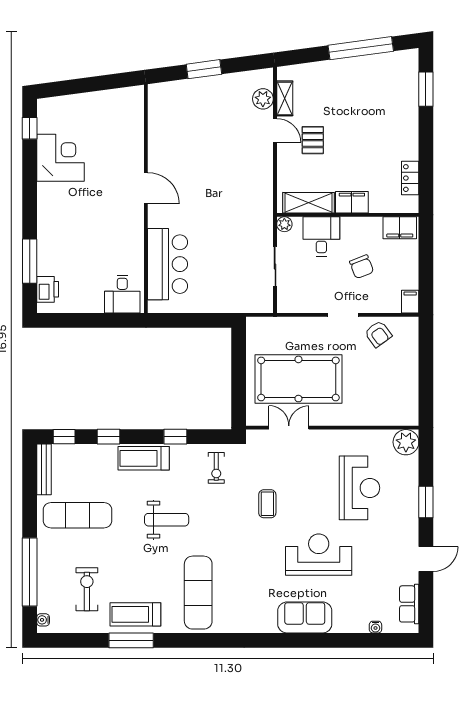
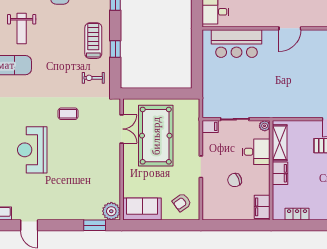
filing cabinet: (410, 302) -> (210, 126), moved
armchair: (378, 334) -> (182, 202), moved
sofa: (403, 398) -> (142, 209), added
treadmill: (144, 458) -> (93, 41), moved
reception desk: (359, 488) -> (79, 179), removed
window: (426, 502) -> (95, 225), moved
weight bench: (167, 520) -> (22, 29), moved
reception desk: (319, 555) -> (32, 150), turned 180

